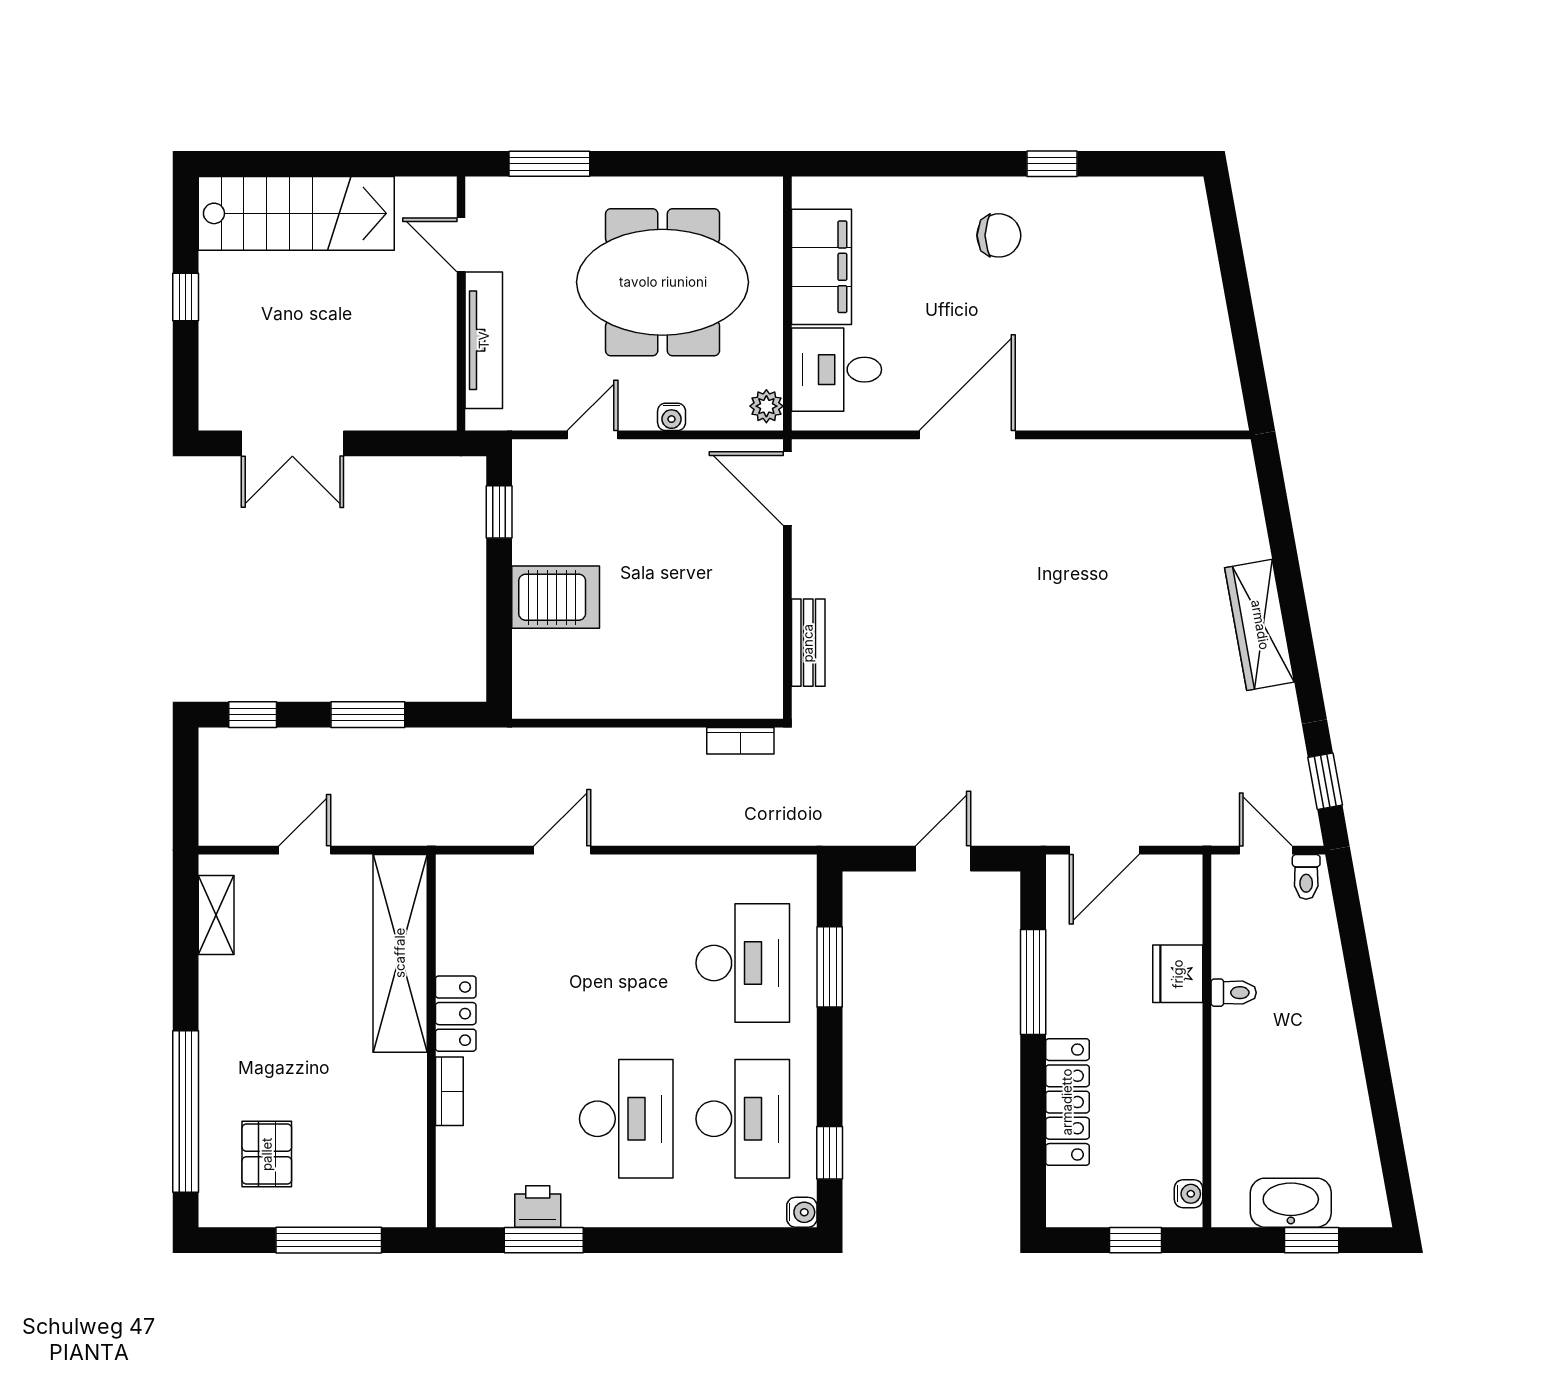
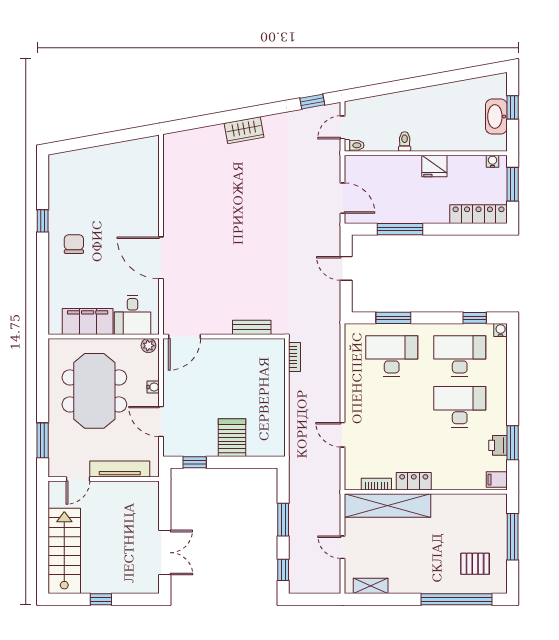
door: (592, 435) -> (161, 422), width x1.38
wardrobe: (1260, 625) -> (244, 130), width x0.67
toilet: (1306, 877) -> (354, 145), moved
fridge: (1178, 974) -> (434, 166), moved
bookcase: (449, 1091) -> (376, 484), moved
locker: (1067, 1102) -> (479, 214), moved
filing cabinet: (460, 1204) -> (497, 480), added
window: (1136, 1240) -> (513, 184), width x1.50

